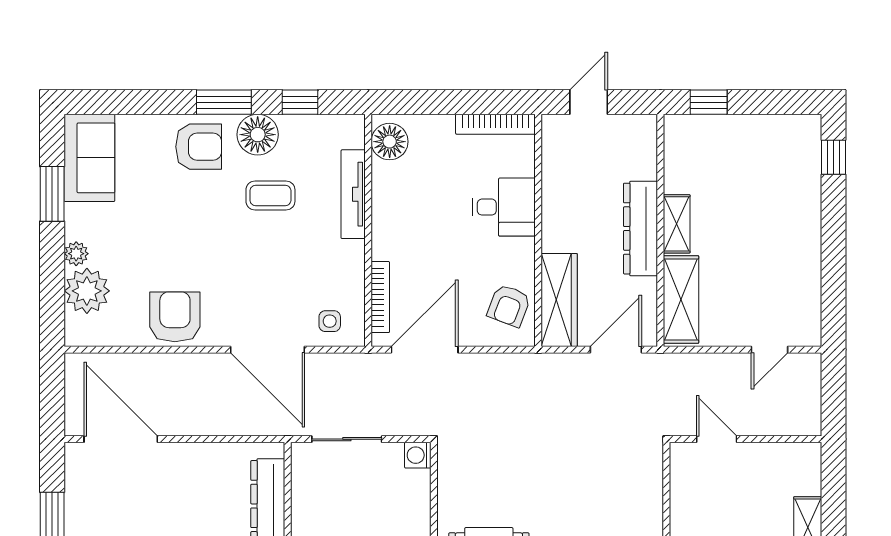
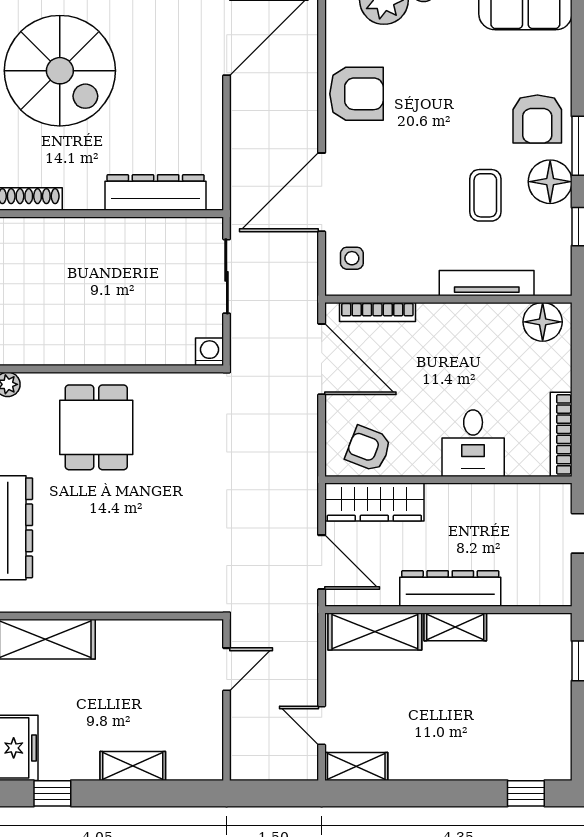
shelving: (808, 317) -> (356, 767), added

